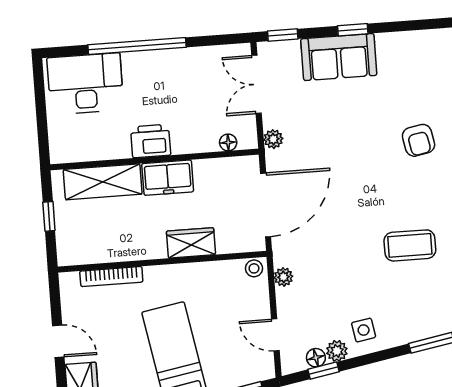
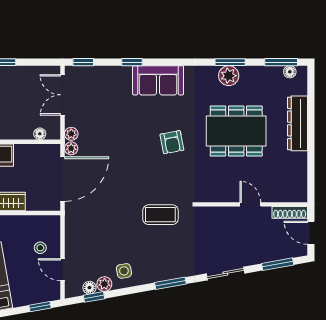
sofa: (339, 57) -> (158, 80), moved
stool: (254, 268) -> (40, 248), moved
plant: (283, 277) -> (71, 148), moved

